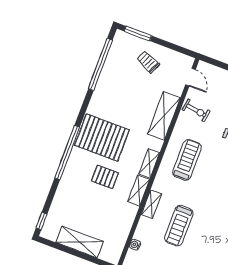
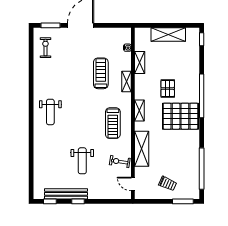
pallet: (105, 177) -> (168, 89), turned 90
shelving: (139, 190) -> (140, 63), moved

